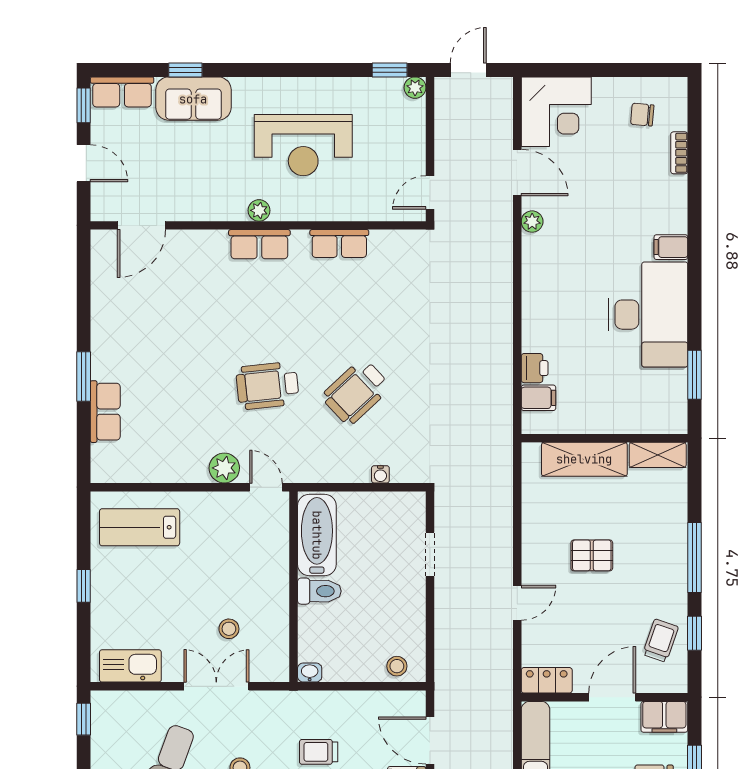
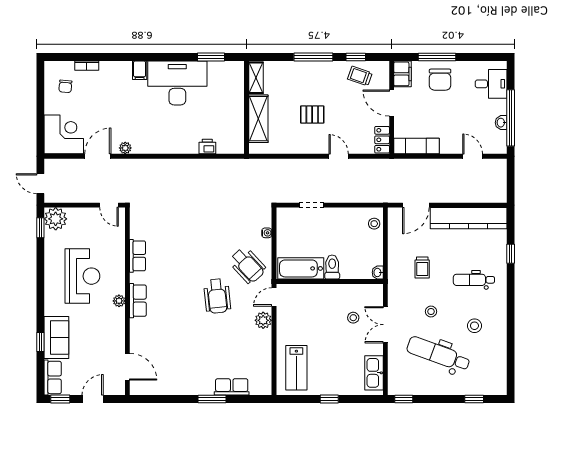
plant: (415, 88) -> (56, 219), width x1.88, depth x1.88
wheelchair: (356, 392) -> (247, 265), moved
filing cabinet: (538, 398) -> (224, 144), removed
pallet: (592, 555) -> (312, 115), turned 90

